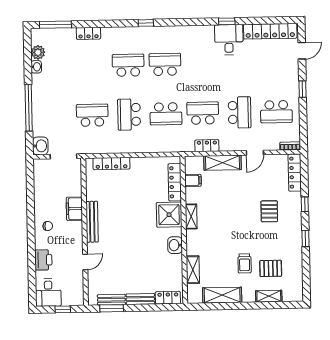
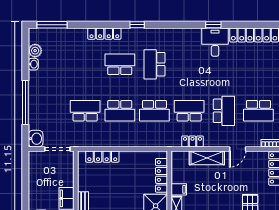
locker: (88, 33) -> (104, 34), moved, width x1.53
school desk: (165, 64) -> (154, 64), turned -90
school desk: (129, 115) -> (120, 111), turned -90
filing cabinet: (193, 180) -> (179, 189), moved

